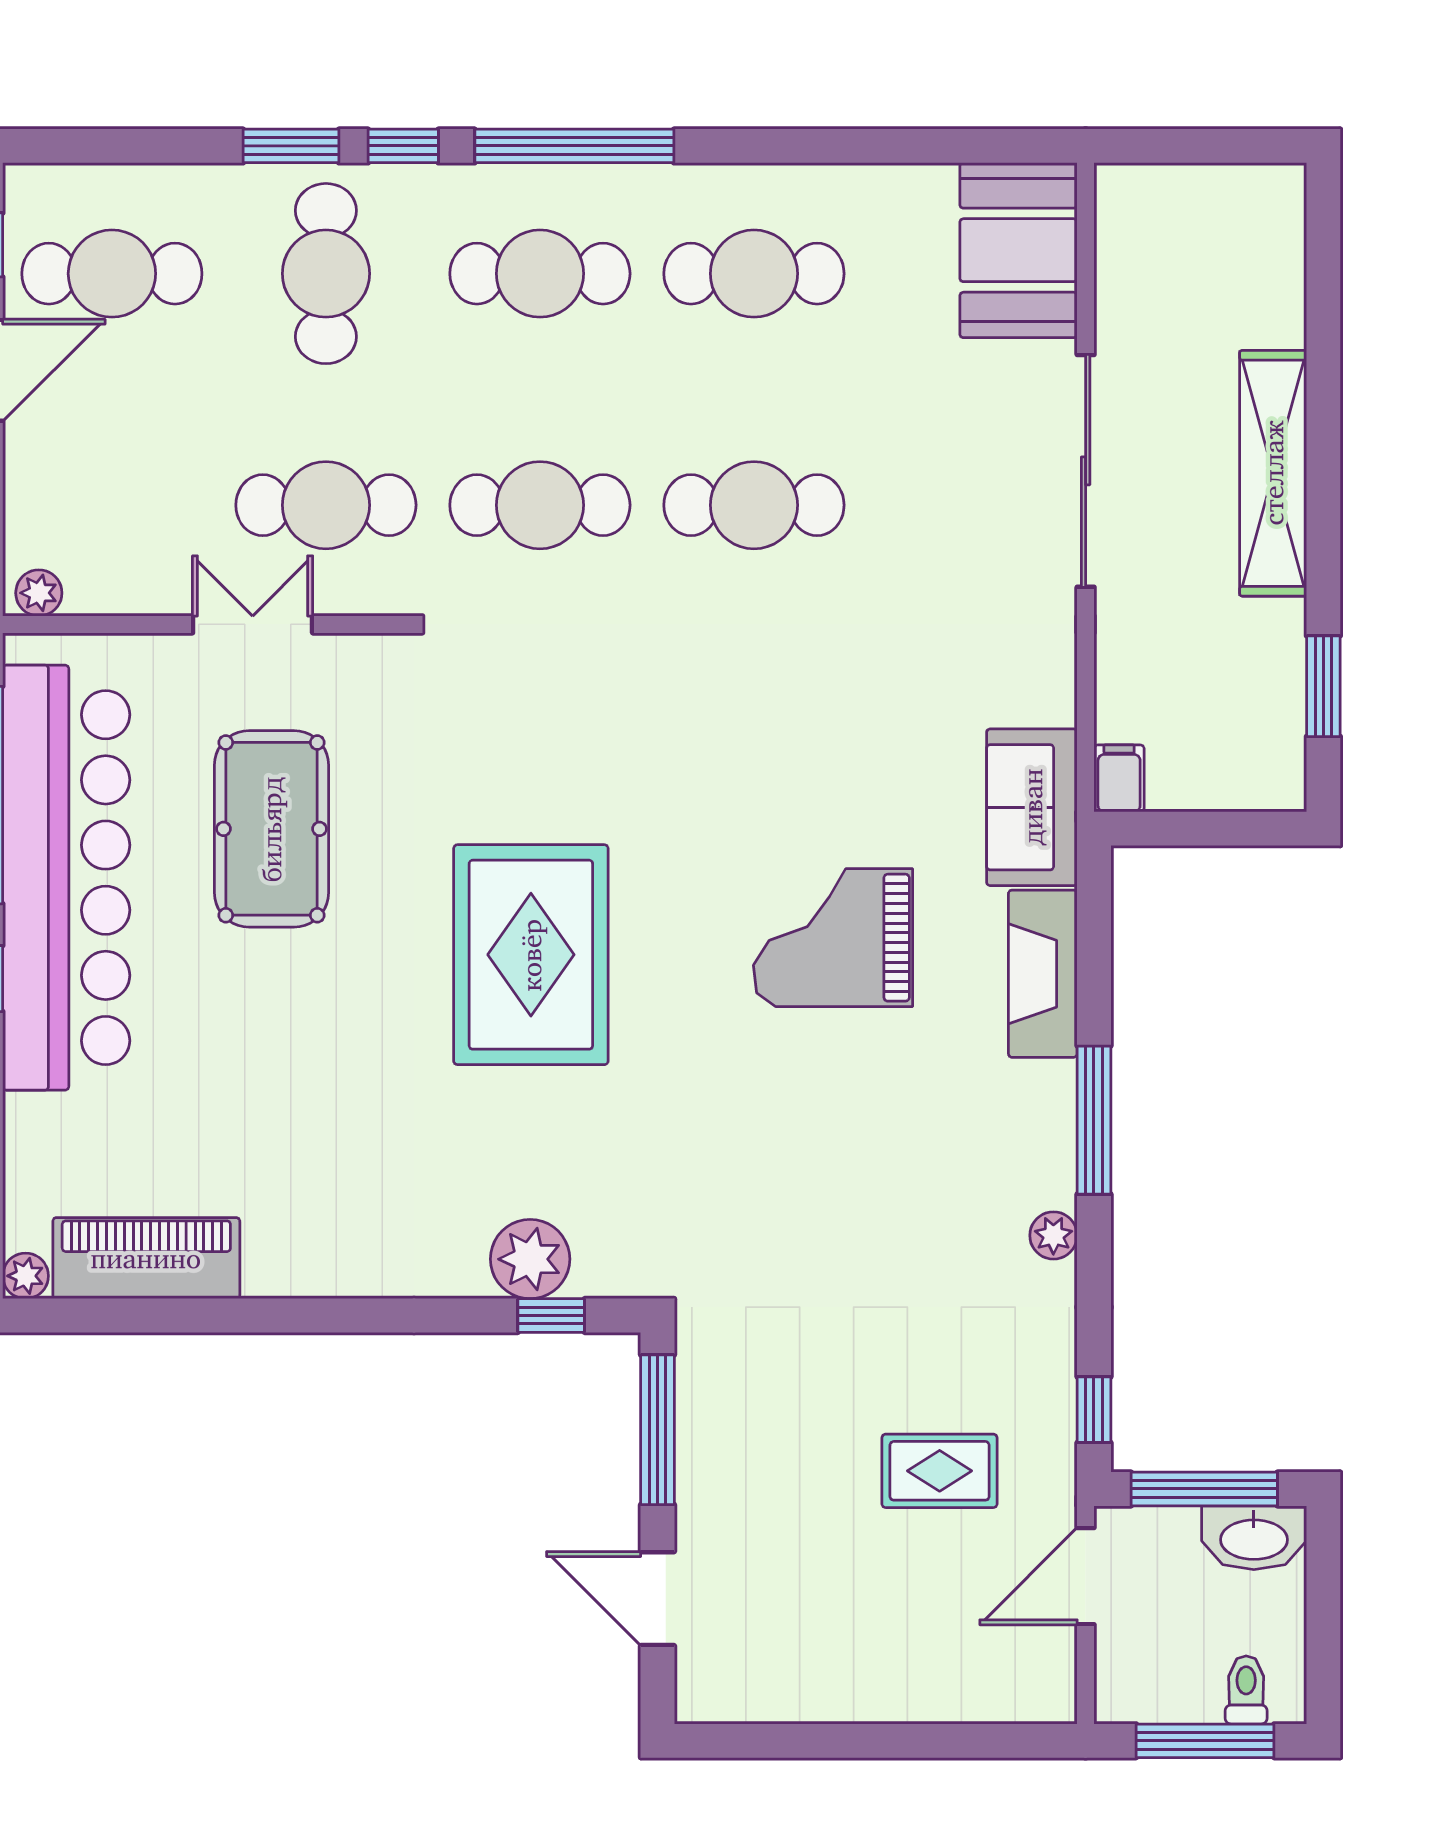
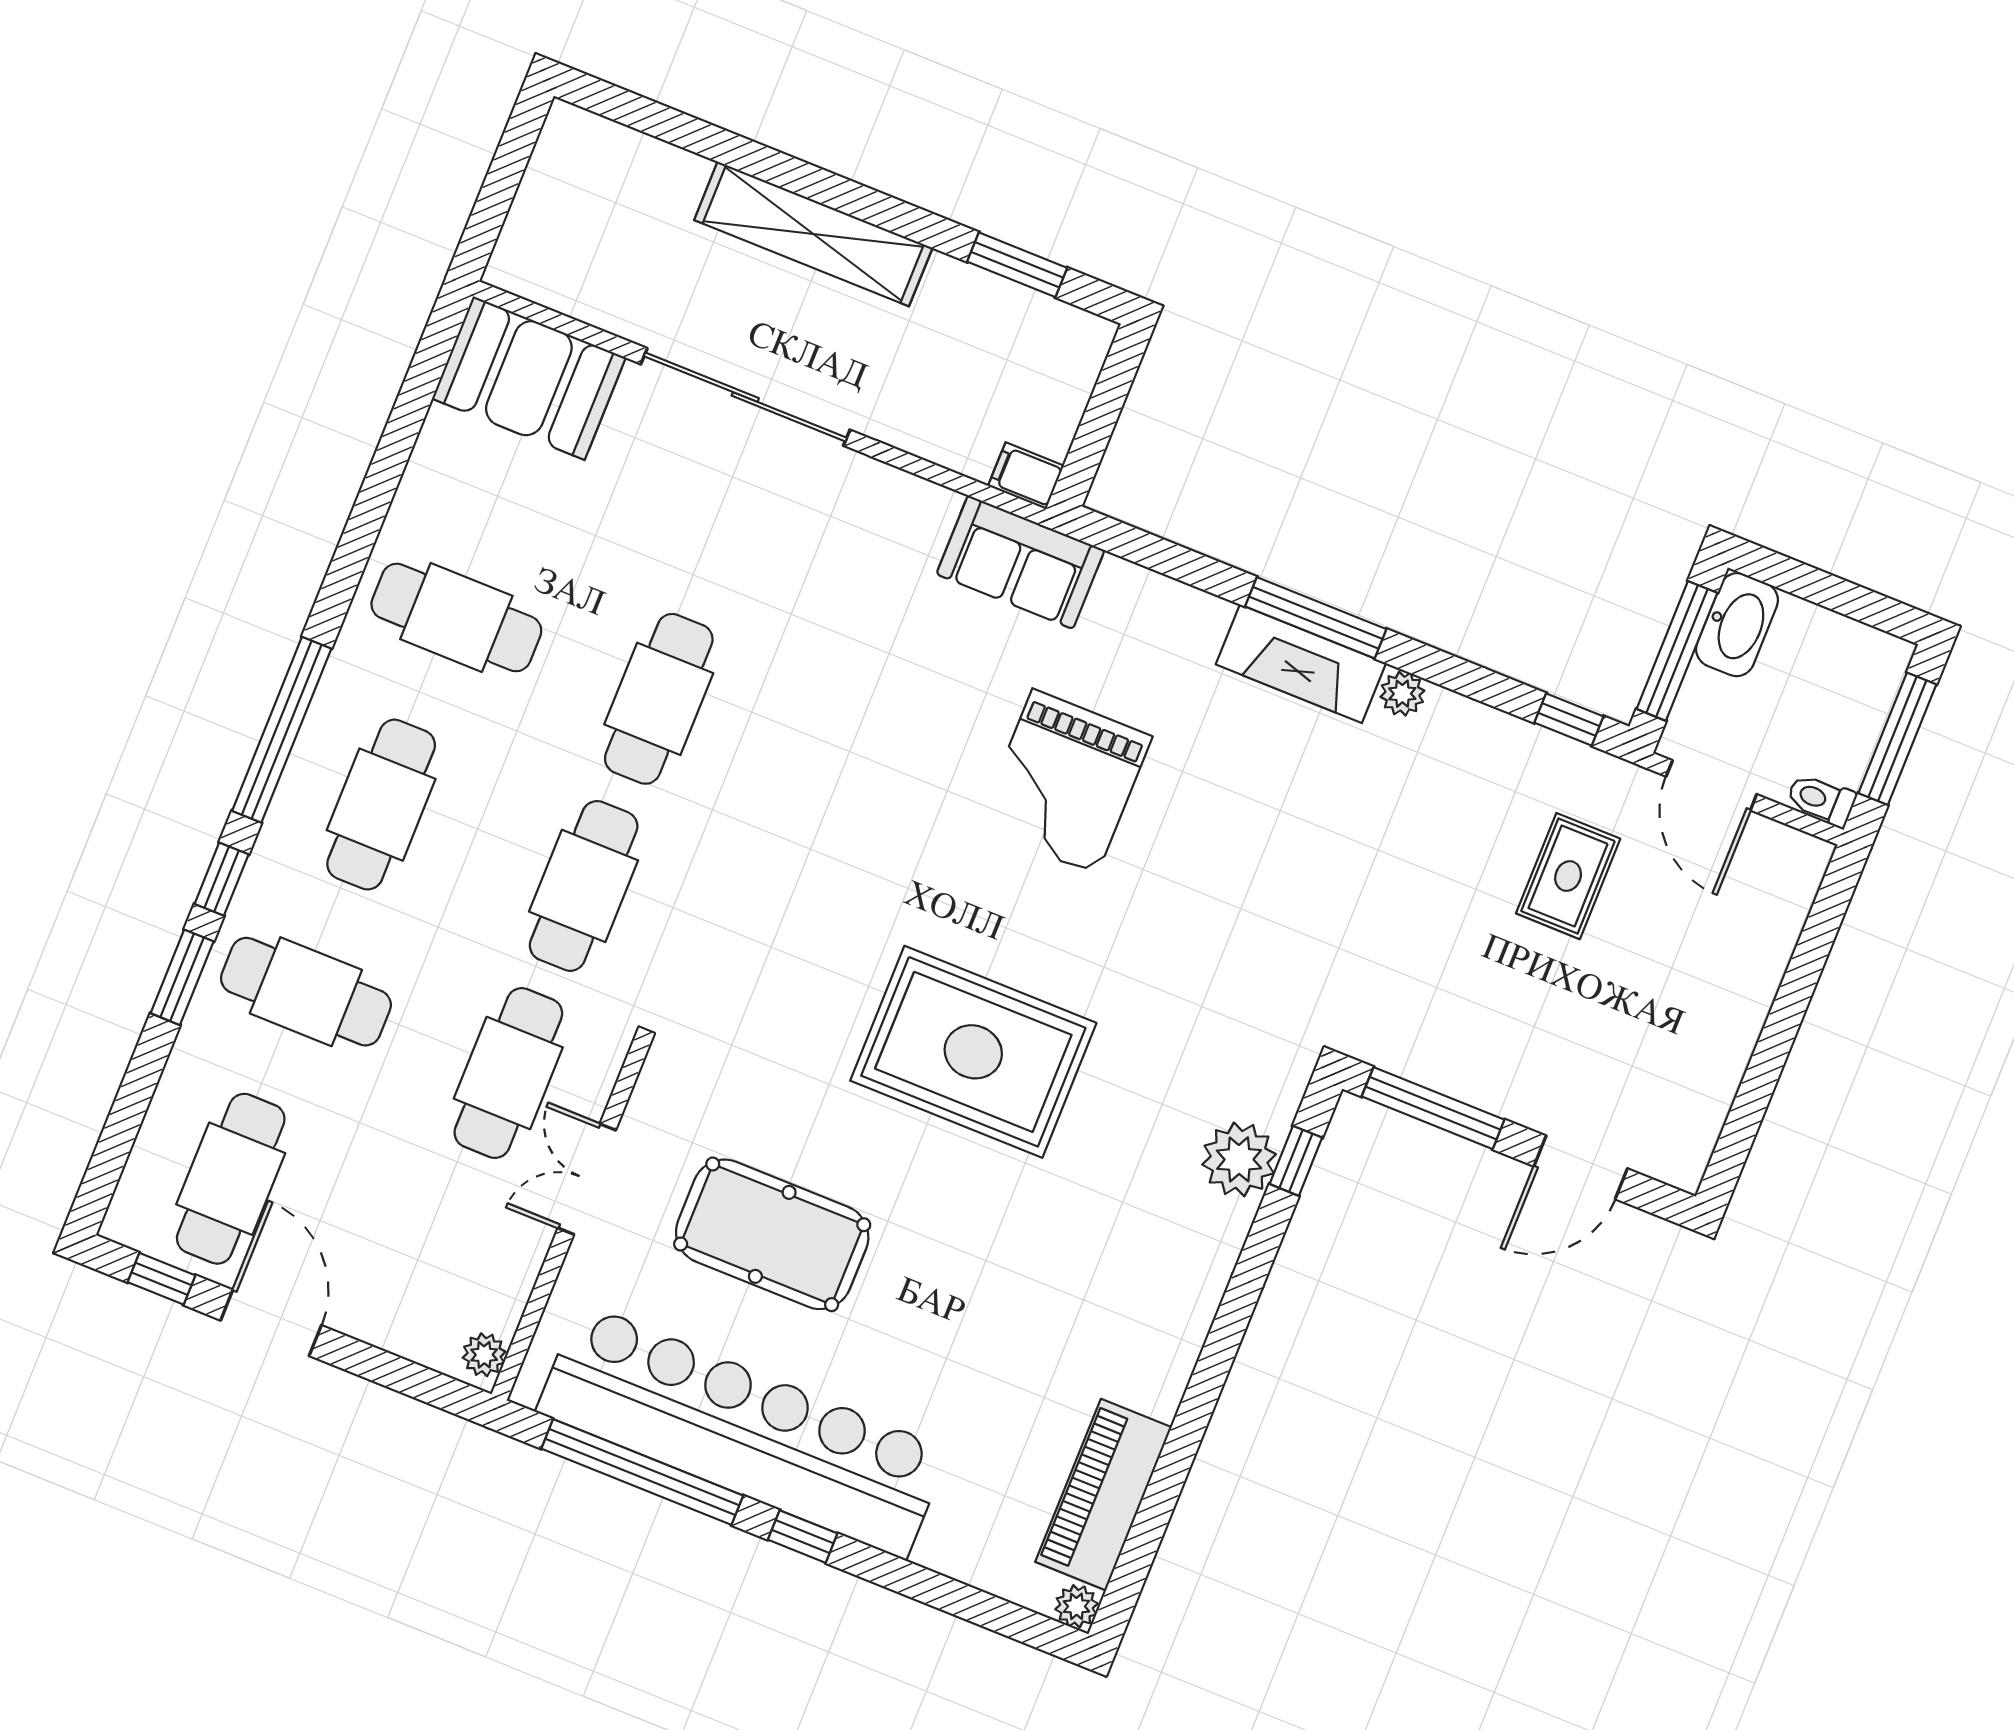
cafe table: (754, 274) -> (456, 617), turned 90
fireplace: (1043, 974) -> (1301, 664), moved
toilet: (1246, 1690) -> (1821, 800), moved

